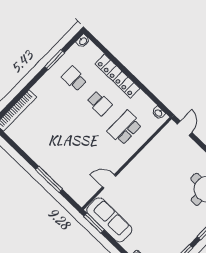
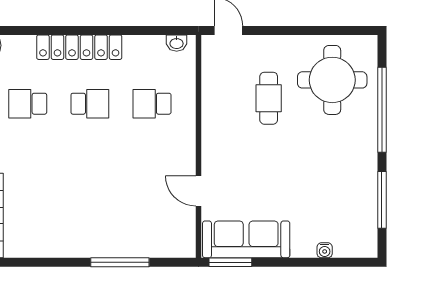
school desk: (125, 128) -> (152, 104), width x0.54
cafe table: (174, 172) -> (269, 98), added
door: (109, 181) -> (198, 191), hinge flipped

